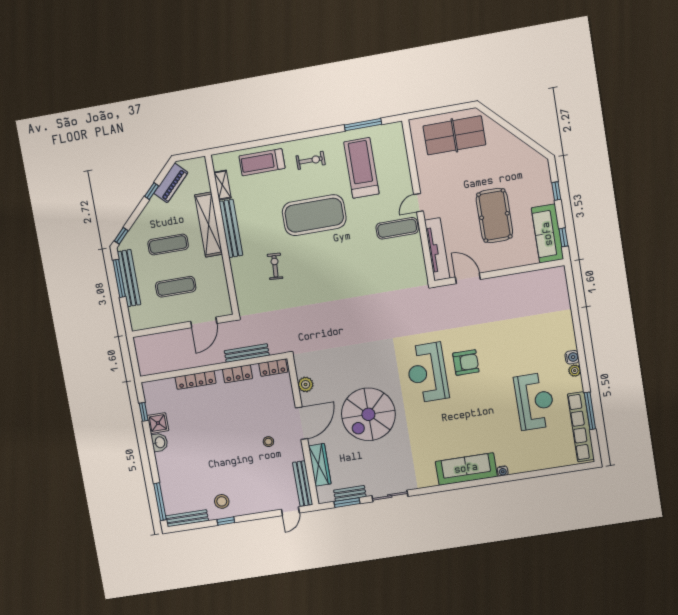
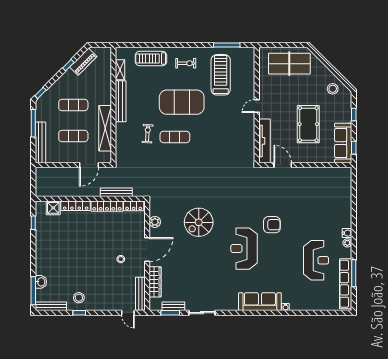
stool: (521, 160) -> (333, 89), added
shelving: (209, 225) -> (105, 128), moved
exercise mat: (397, 228) -> (175, 137), moved
bench: (129, 278) -> (40, 142), moved
reception desk: (427, 373) -> (244, 249), moved
locker: (237, 374) -> (107, 206), width x1.53
spiral stairs: (368, 414) -> (199, 222), moved, width x0.73, depth x0.73
shower: (158, 423) -> (53, 208), moved
washbasin: (160, 442) -> (41, 282), moved
door: (290, 511) -> (128, 313), hinge flipped

